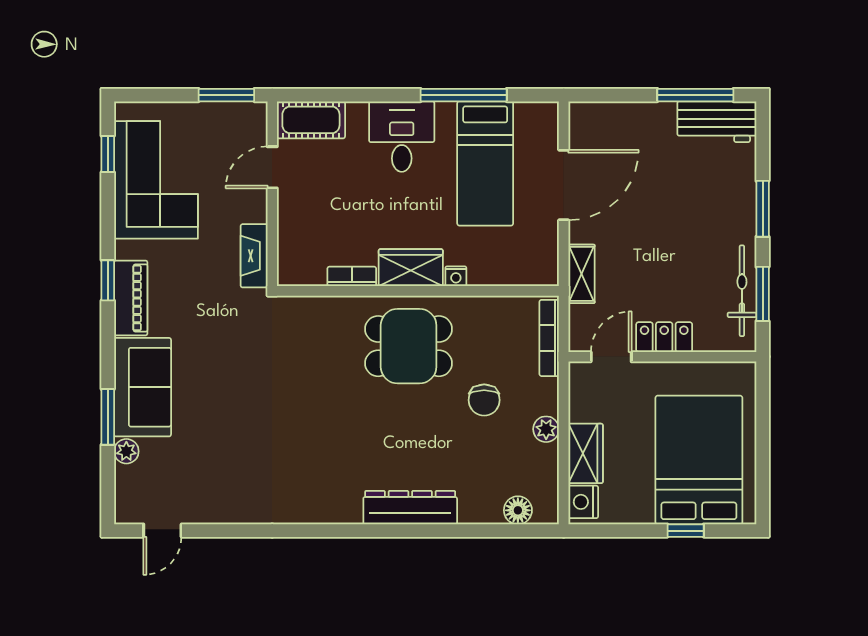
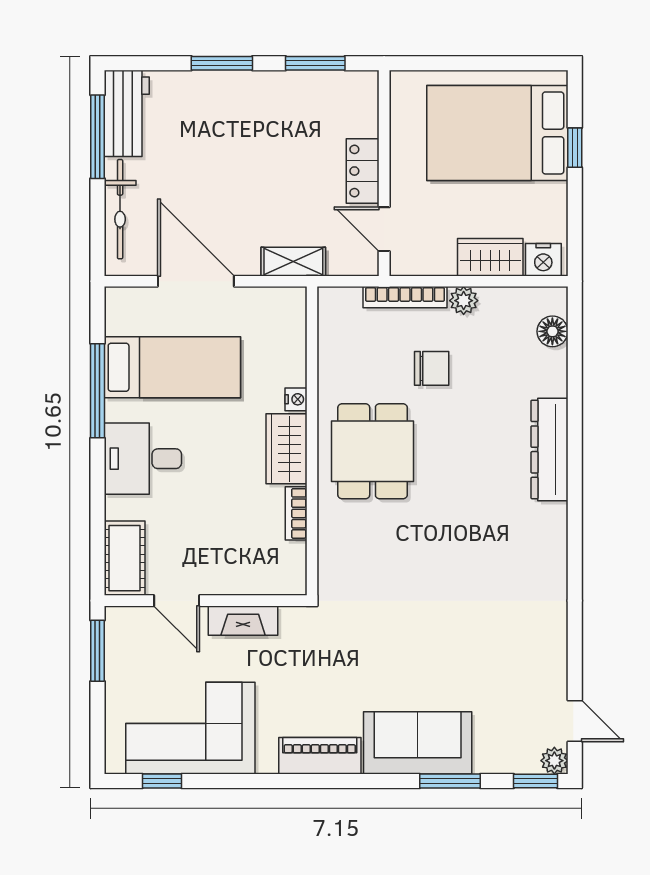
fireplace: (254, 256) -> (243, 621), moved
window: (108, 280) -> (535, 781), moved
bicycle: (742, 291) -> (120, 209), moved, turned -90
bookcase: (549, 338) -> (405, 297), moved
plant: (126, 451) -> (554, 761), moved

